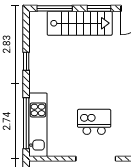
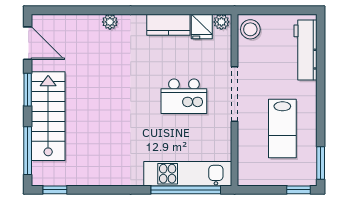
window: (26, 61) -> (55, 190), moved
kitchen island: (94, 122) -> (184, 96), turned -90

